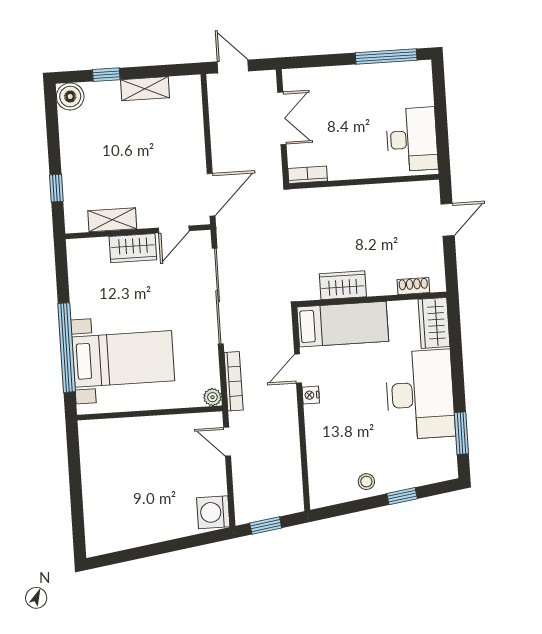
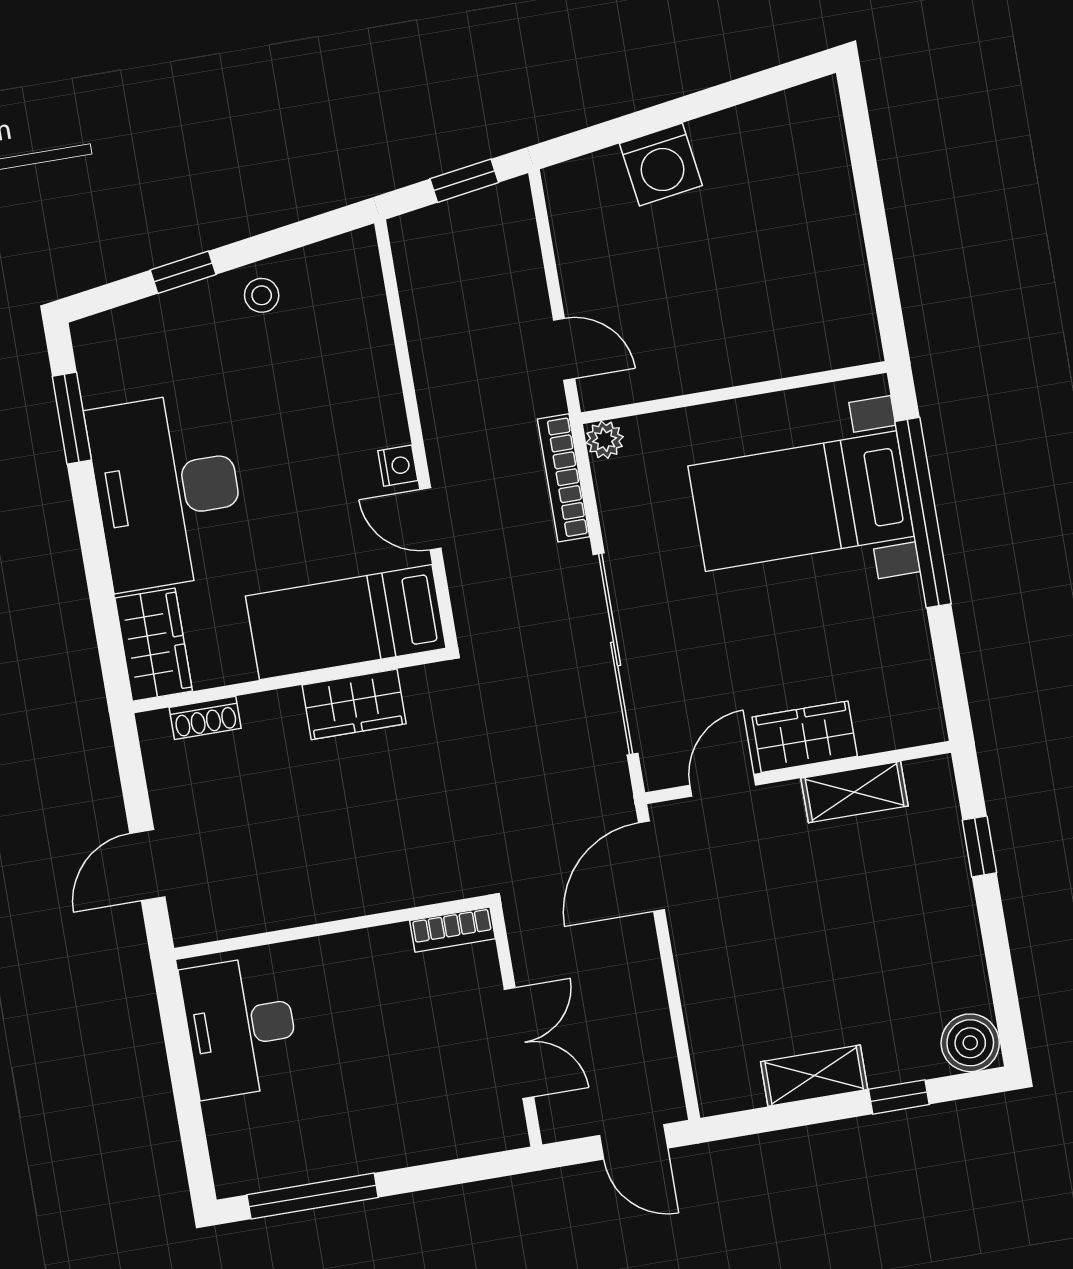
double door: (282, 118) -> (519, 1043), swing flipped
door: (298, 369) -> (430, 519), swing flipped
washing machine: (213, 512) -> (661, 165), moved, turned 82

